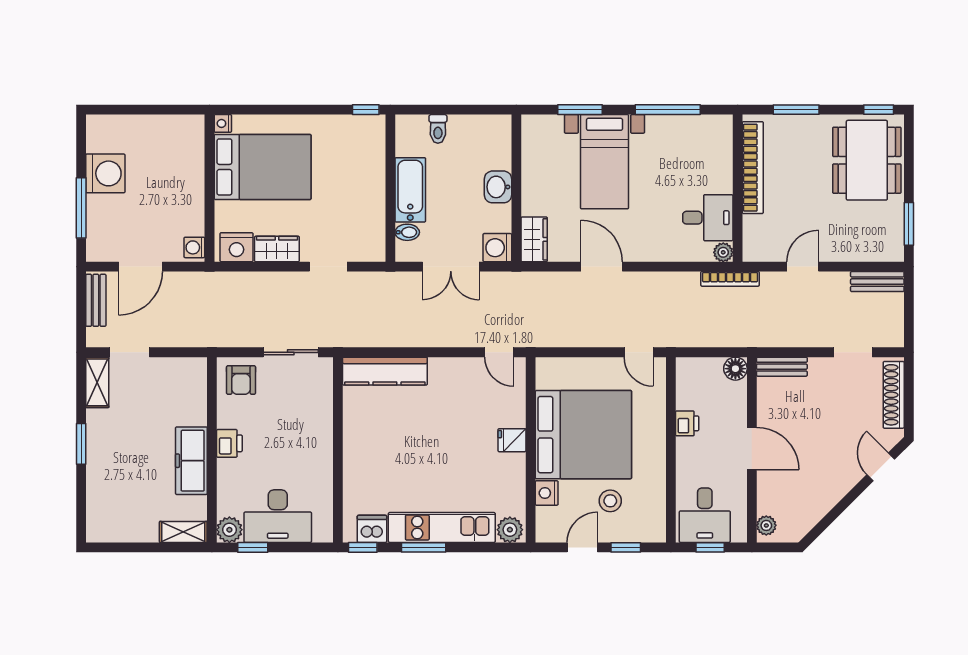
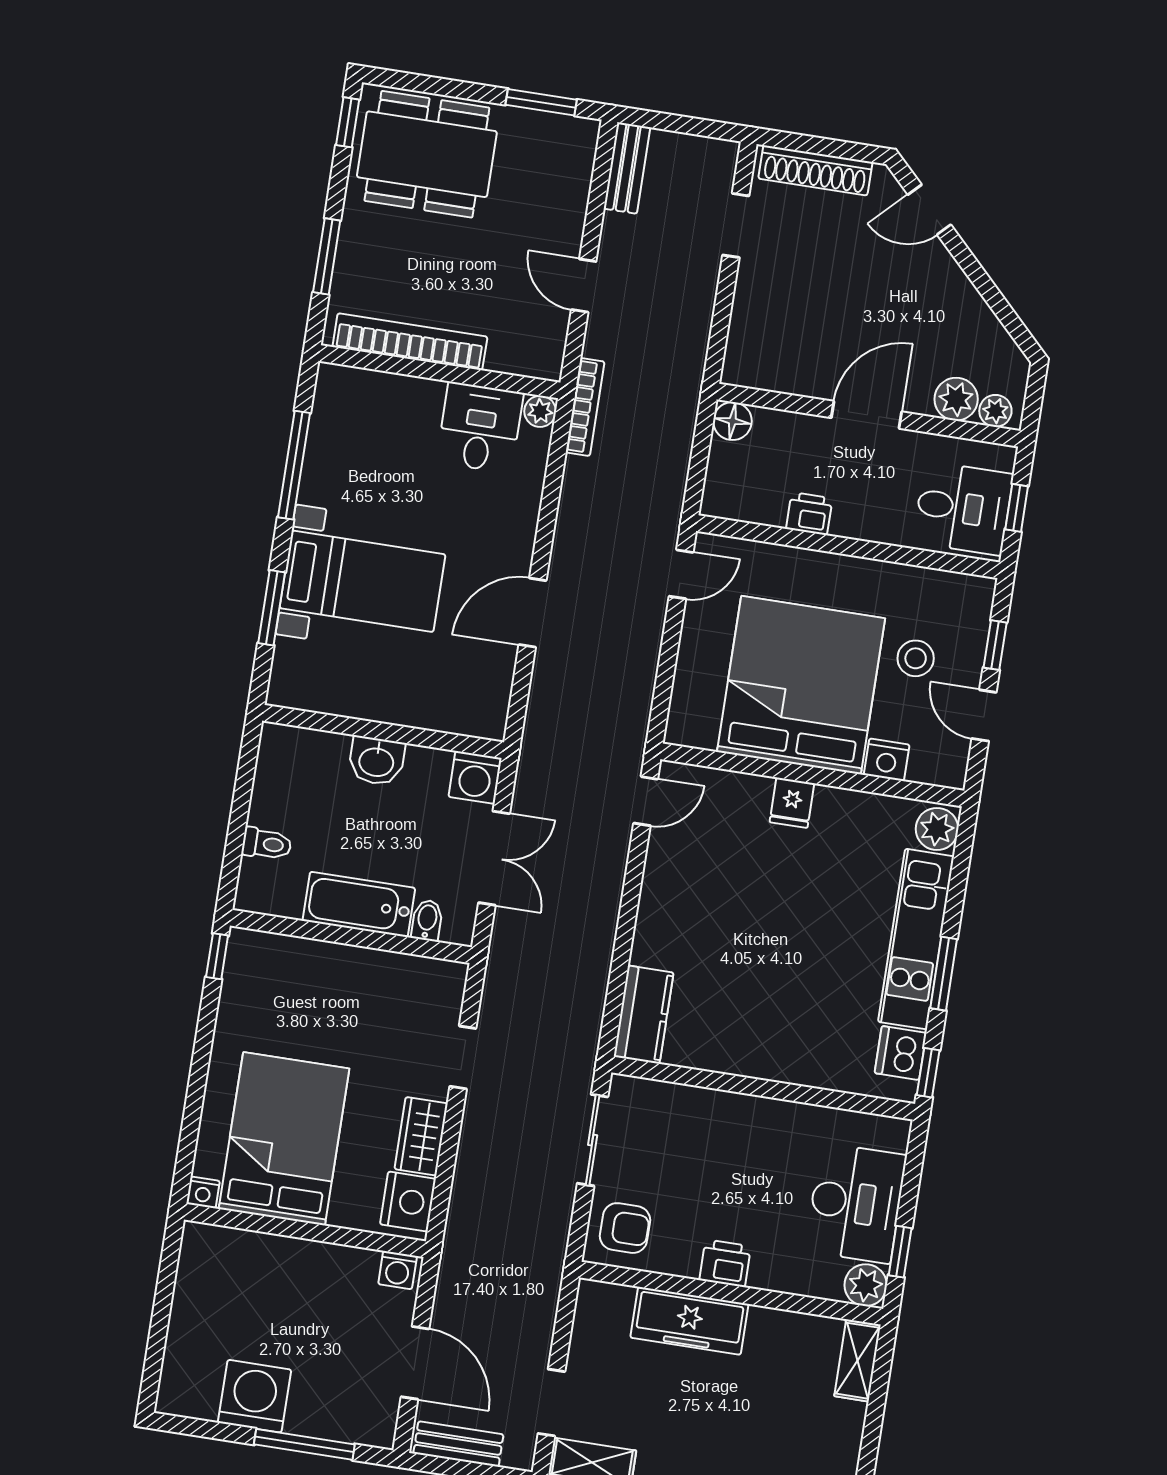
wardrobe: (534, 239) -> (471, 716), removed
bench: (782, 367) -> (741, 345), removed
kitchen counter: (385, 371) -> (644, 1015), width x0.67
freezer: (191, 461) -> (689, 1321), moved
plant: (770, 501) -> (956, 399), added

